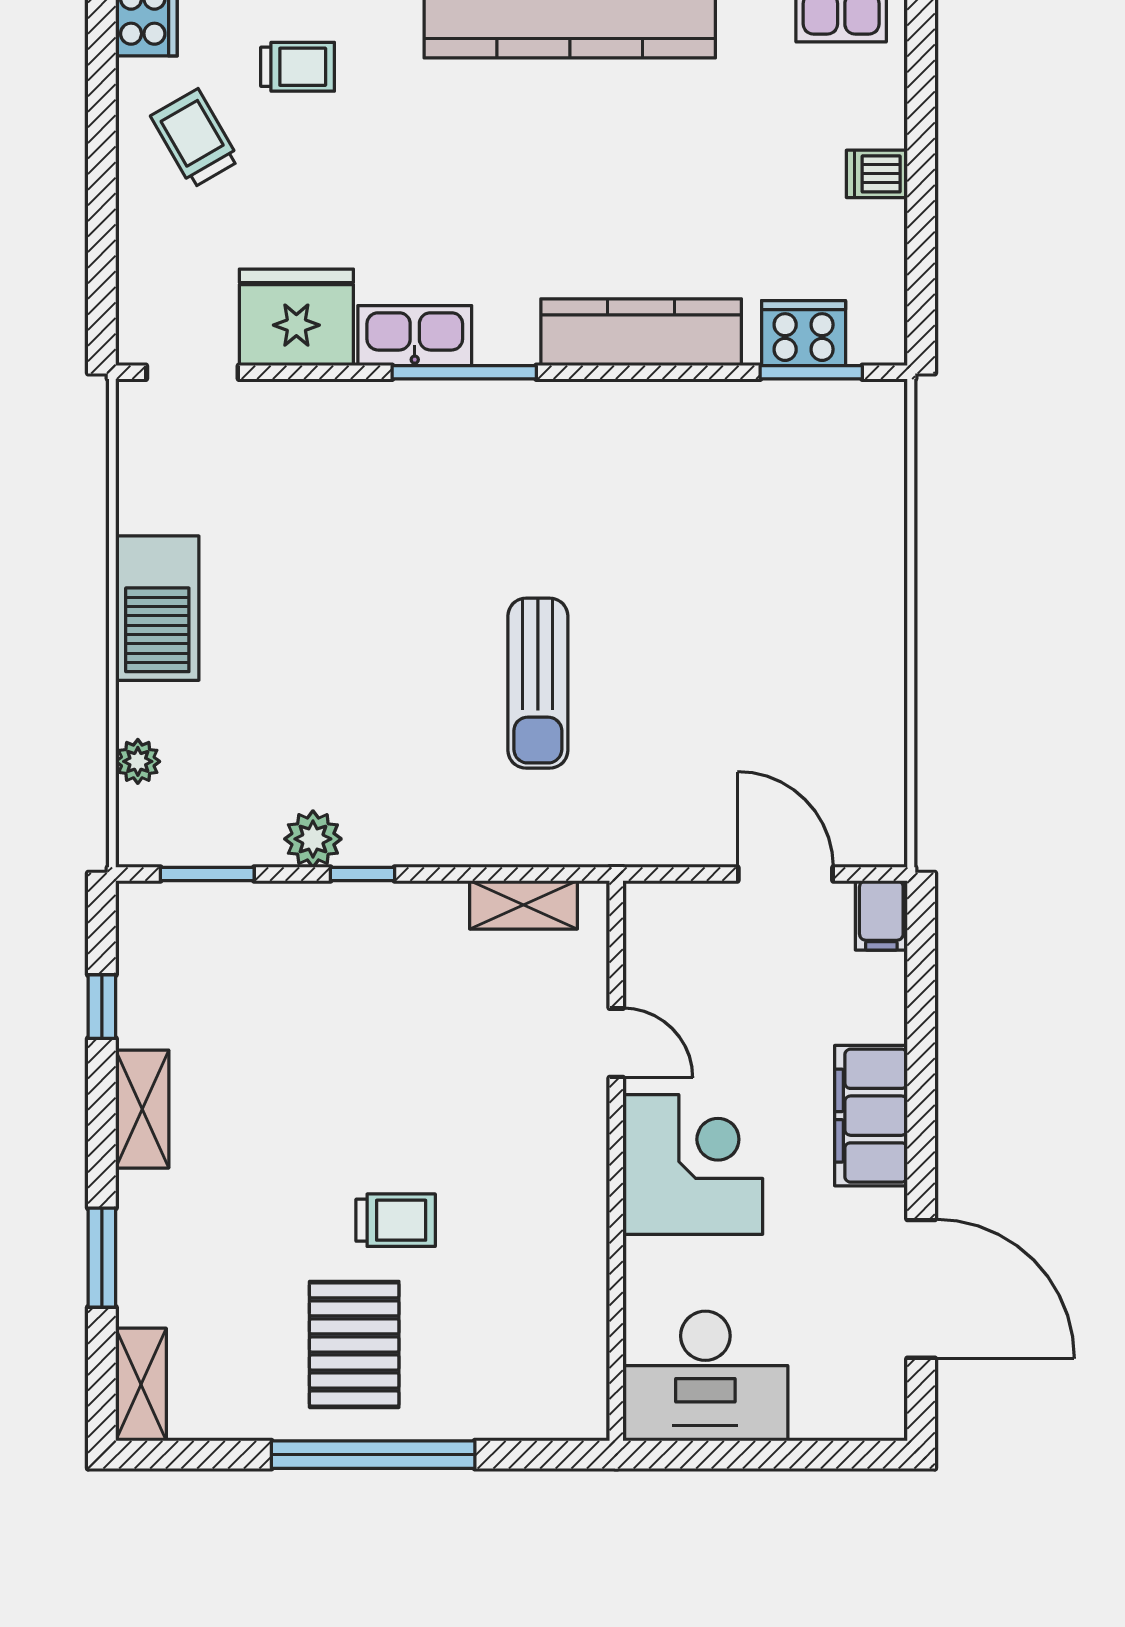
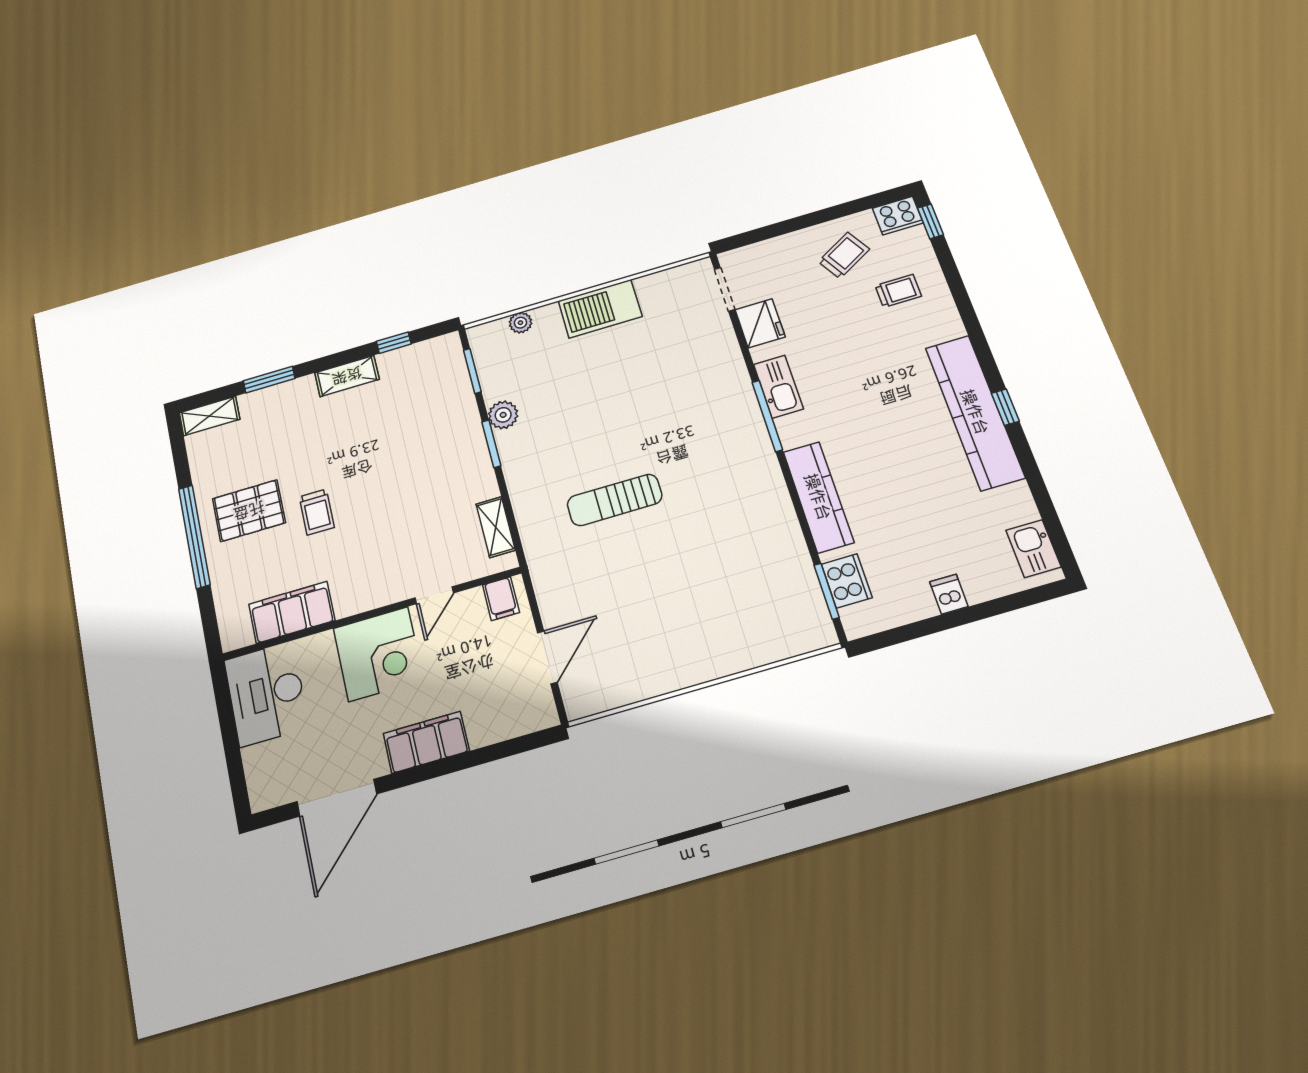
trolley: (298, 67) -> (898, 291), turned -90
fridge: (296, 317) -> (760, 323), width x0.73, depth x0.75
window: (362, 874) -> (491, 444), width x1.50
filing cabinet: (881, 915) -> (501, 599), moved, turned -90
filing cabinet: (571, 1302) -> (292, 612), added

